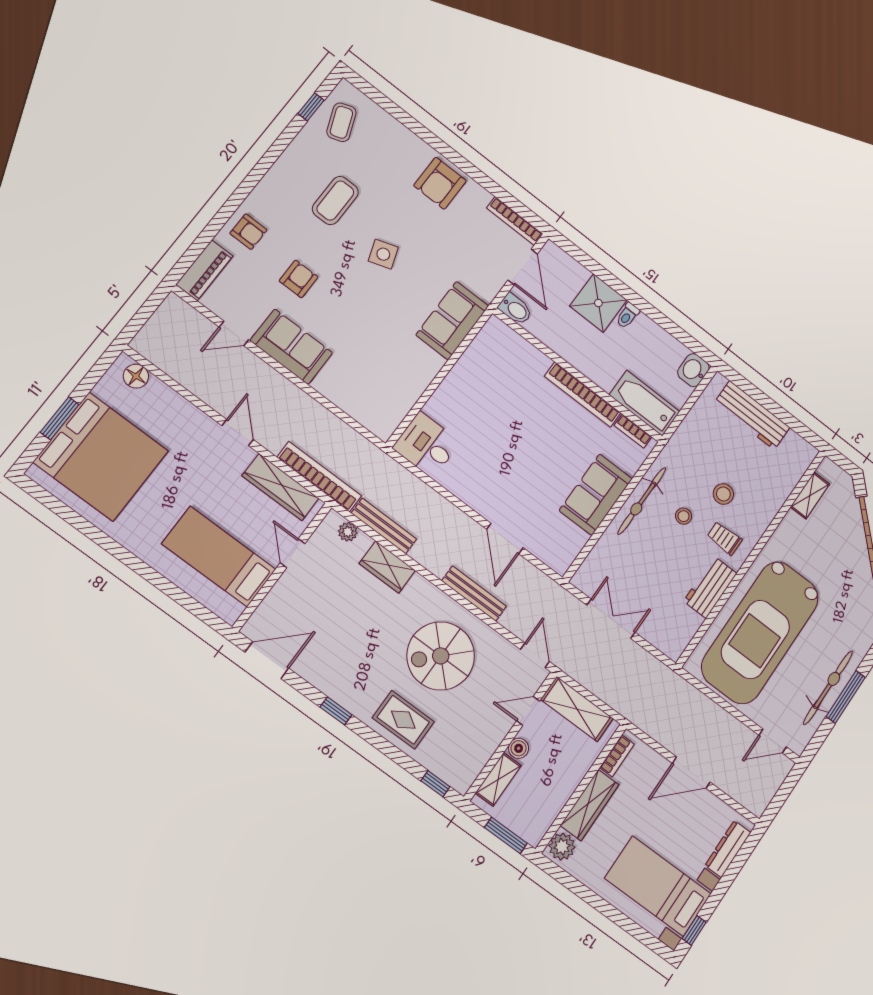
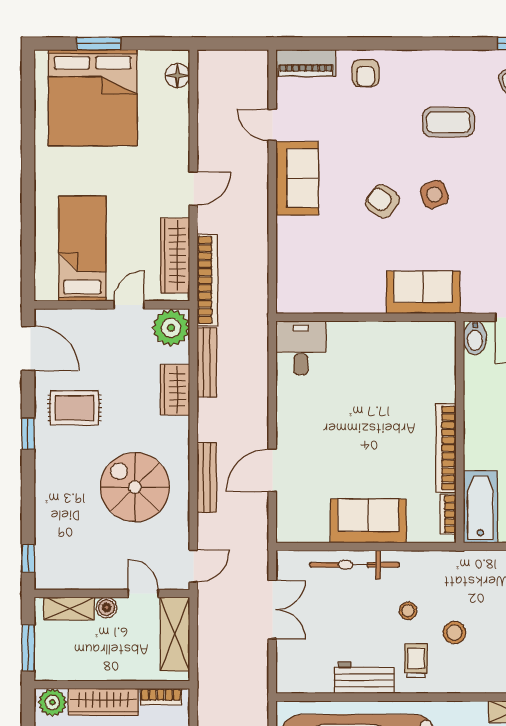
armchair: (299, 279) -> (382, 201), moved, turned -145
bicycle: (642, 501) -> (355, 565), moved
plant: (348, 532) -> (171, 328), width x1.87, depth x1.87
rug: (403, 720) -> (75, 408), moved, turned 90

